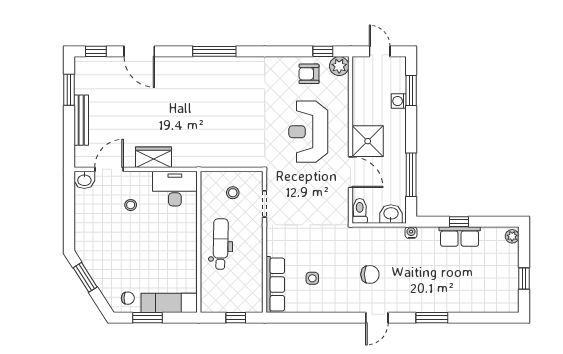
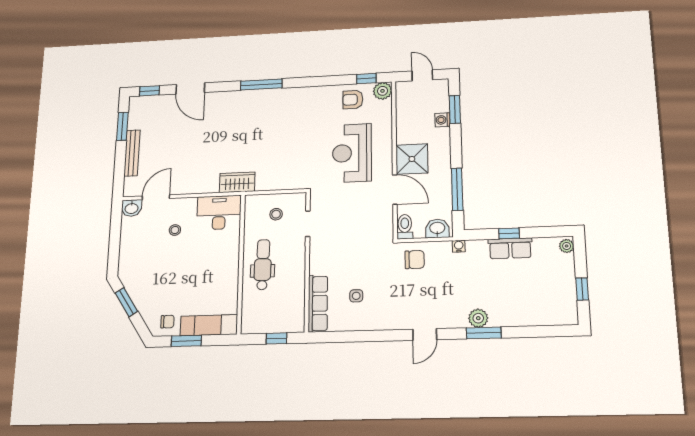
wardrobe: (153, 157) -> (237, 182), moved
chair: (370, 274) -> (415, 260), moved
plant: (427, 304) -> (478, 318), added

